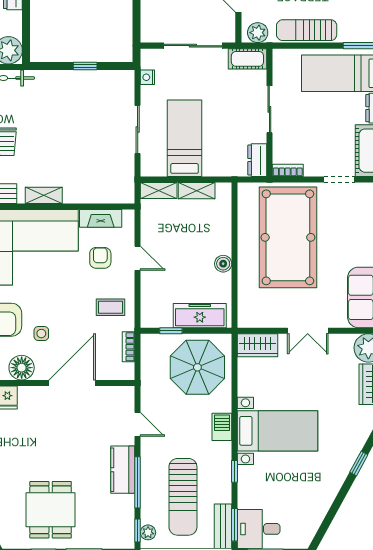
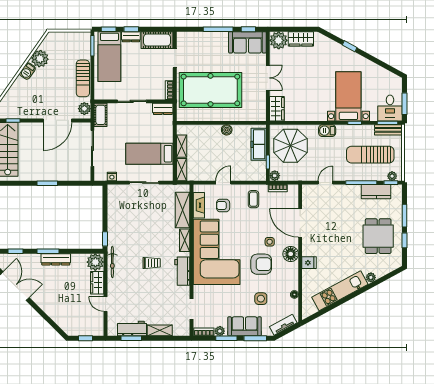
window: (85, 66) -> (105, 239), moved
shelving: (93, 192) -> (183, 210), added
plant: (149, 342) -> (275, 176), added
bed with nightstands: (277, 431) -> (348, 96), moved
kitchen counter: (123, 470) -> (376, 192), moved
sun lounger: (183, 497) -> (370, 155), turned 180
dining table: (51, 510) -> (378, 236), turned 90

